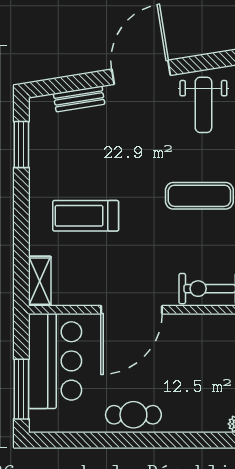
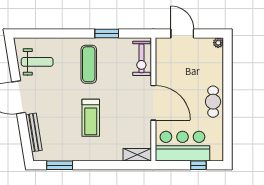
bench: (79, 99) -> (34, 132), width x1.36
treadmill: (86, 216) -> (91, 118), moved
window: (21, 389) -> (198, 165), width x0.46

